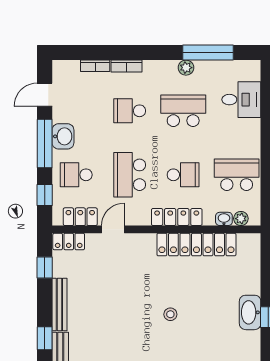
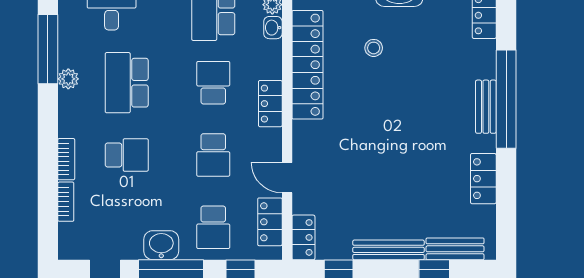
school desk: (130, 111) -> (127, 155), turned -90
school desk: (130, 175) -> (213, 155), width x0.54
locker: (177, 217) -> (270, 104), width x0.66
stool: (170, 314) -> (374, 48), moved

